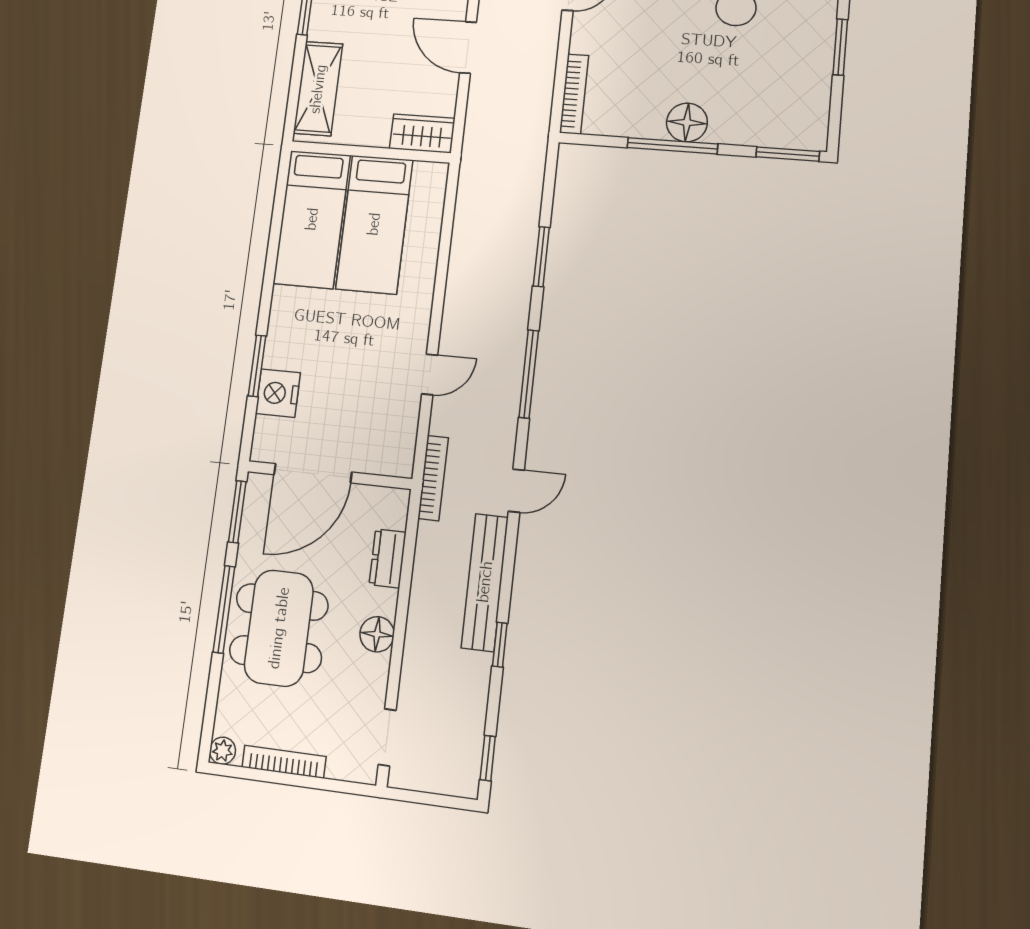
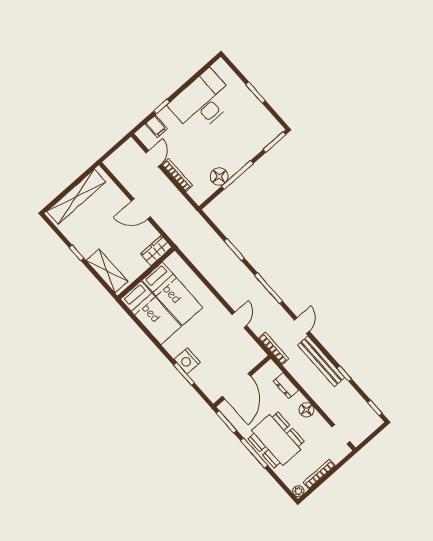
bookcase: (574, 94) -> (177, 175), moved
floor lamp: (687, 122) -> (219, 177), moved
nightstand: (278, 393) -> (187, 361), moved

